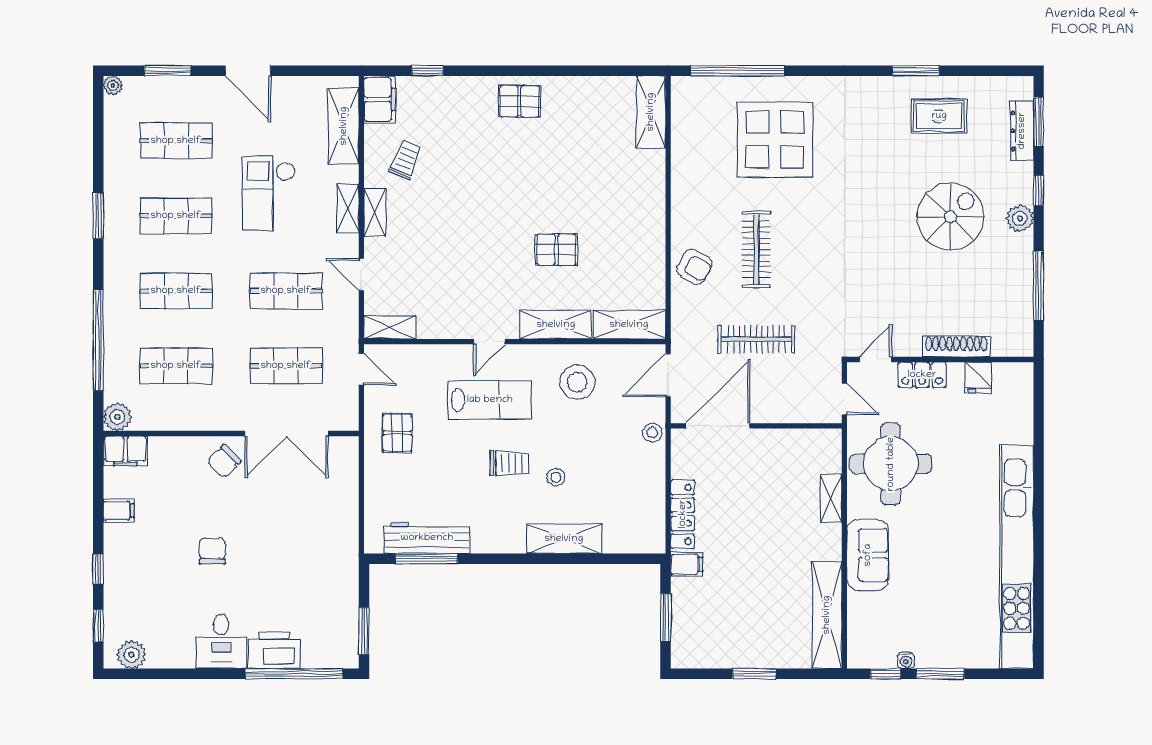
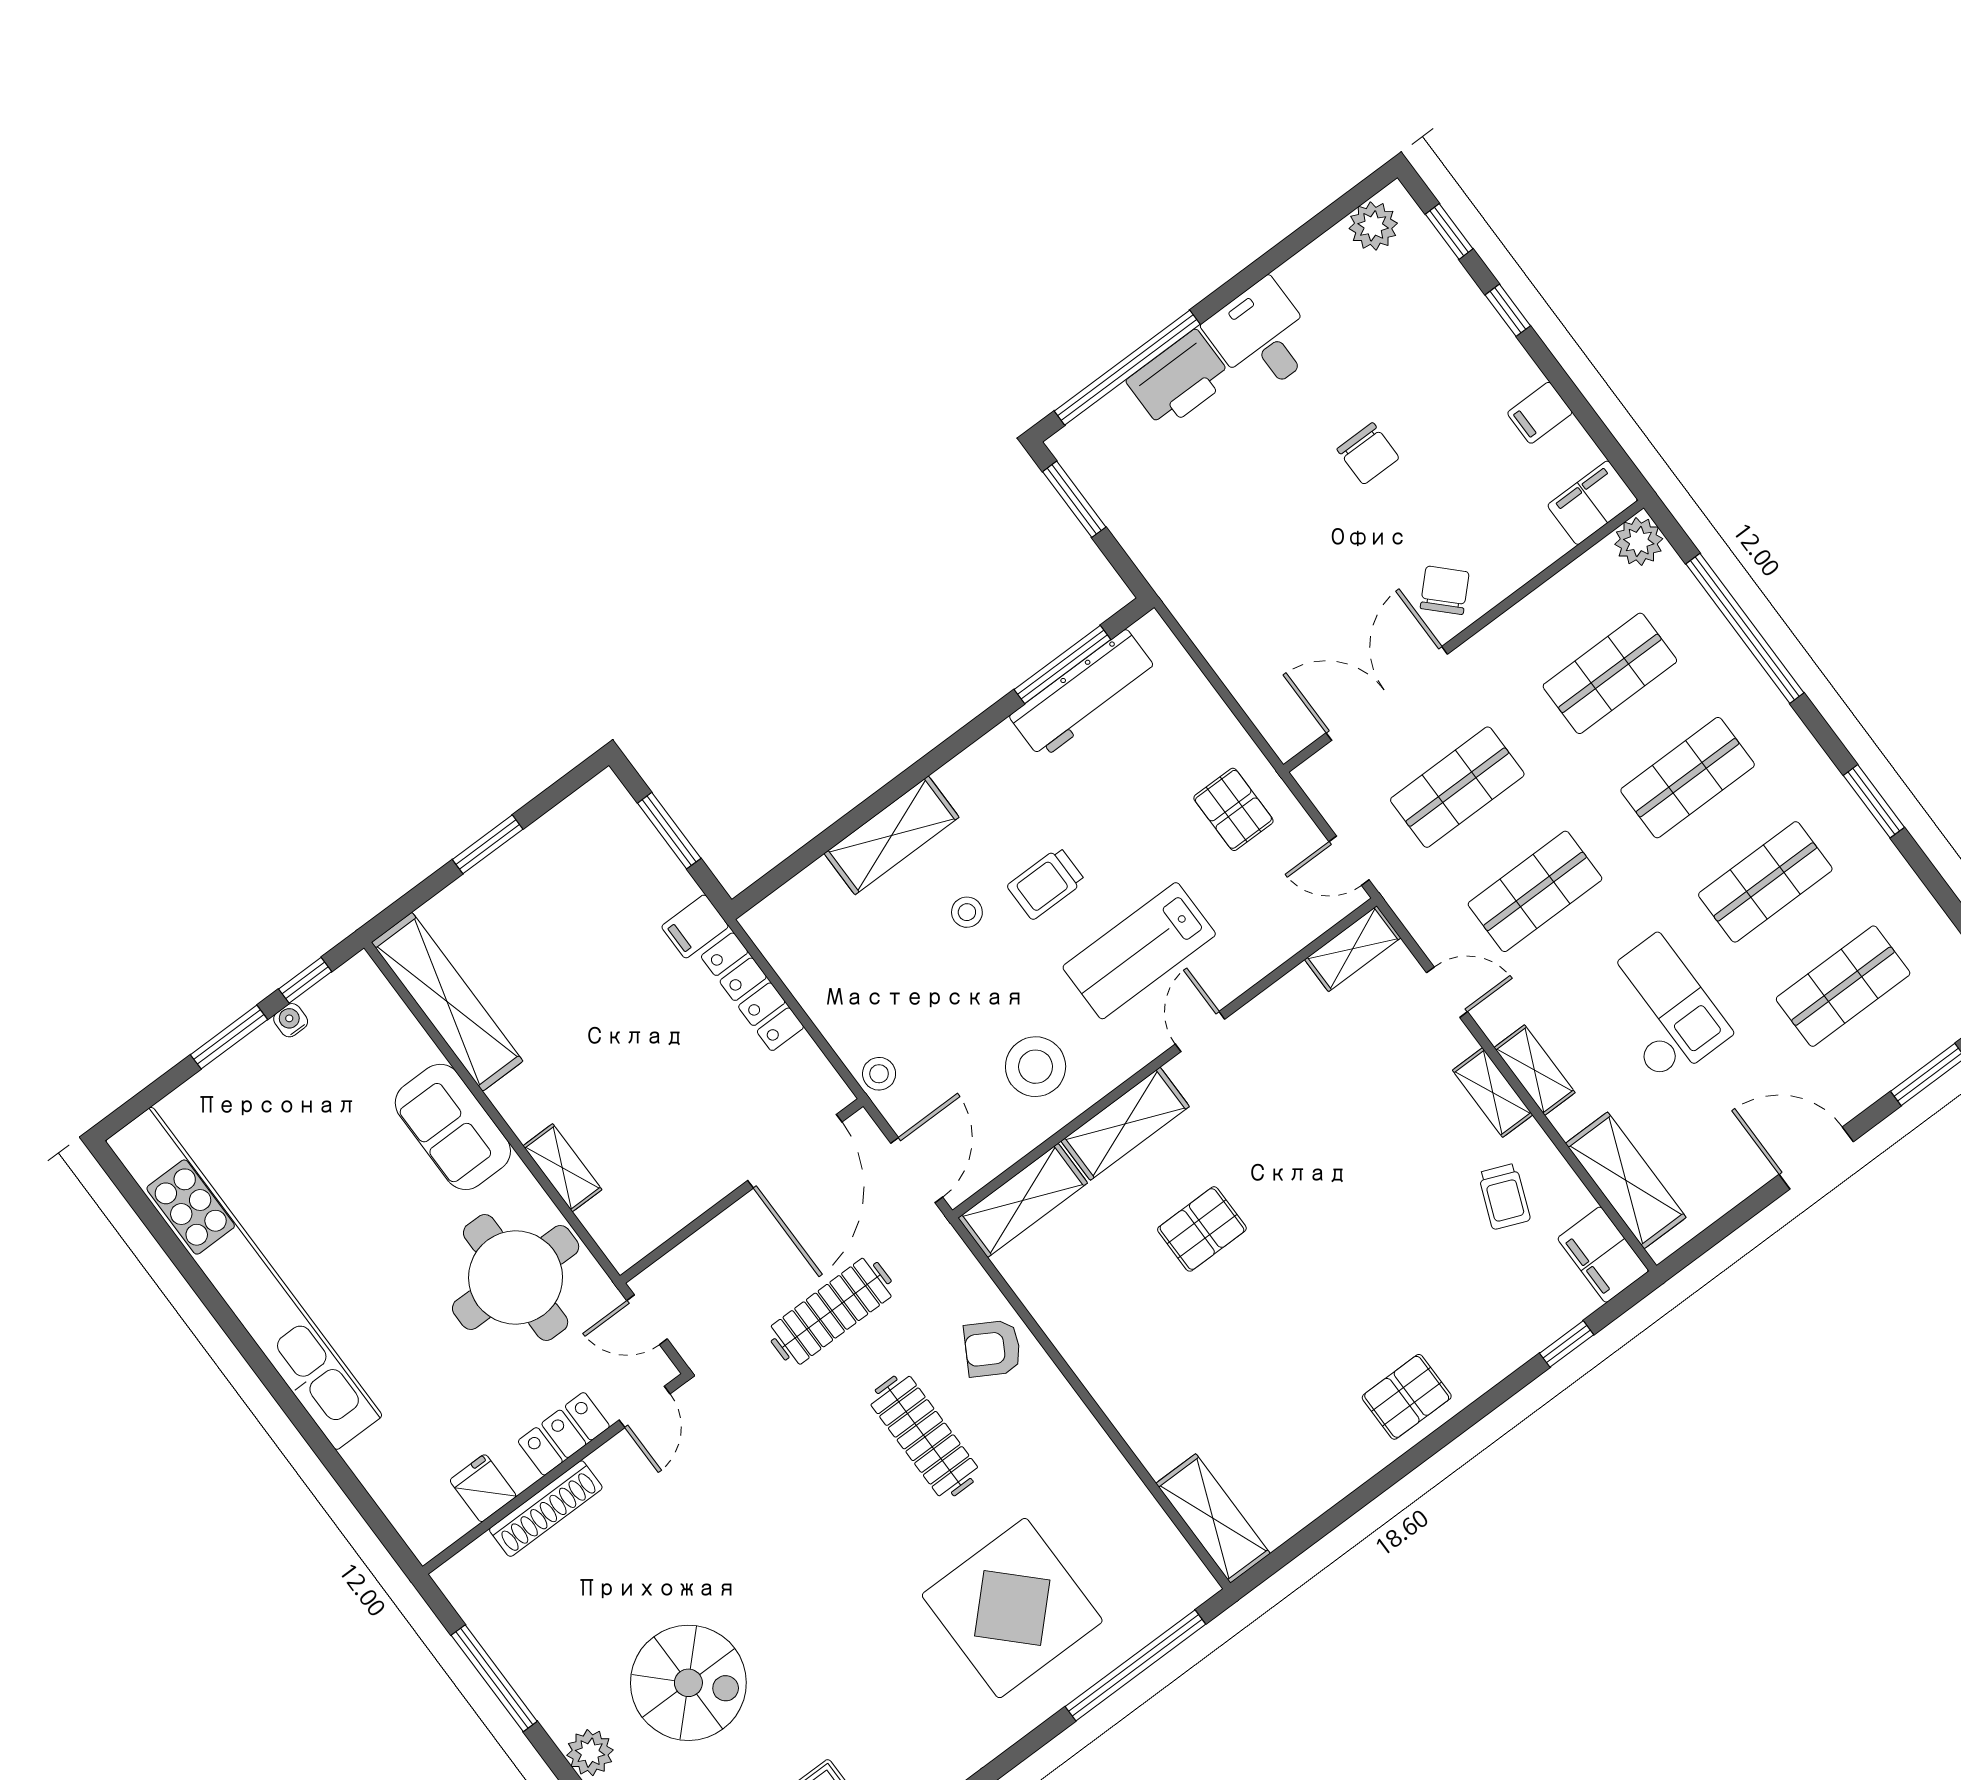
spiral stairs: (950, 217) -> (688, 1683), turned -90

